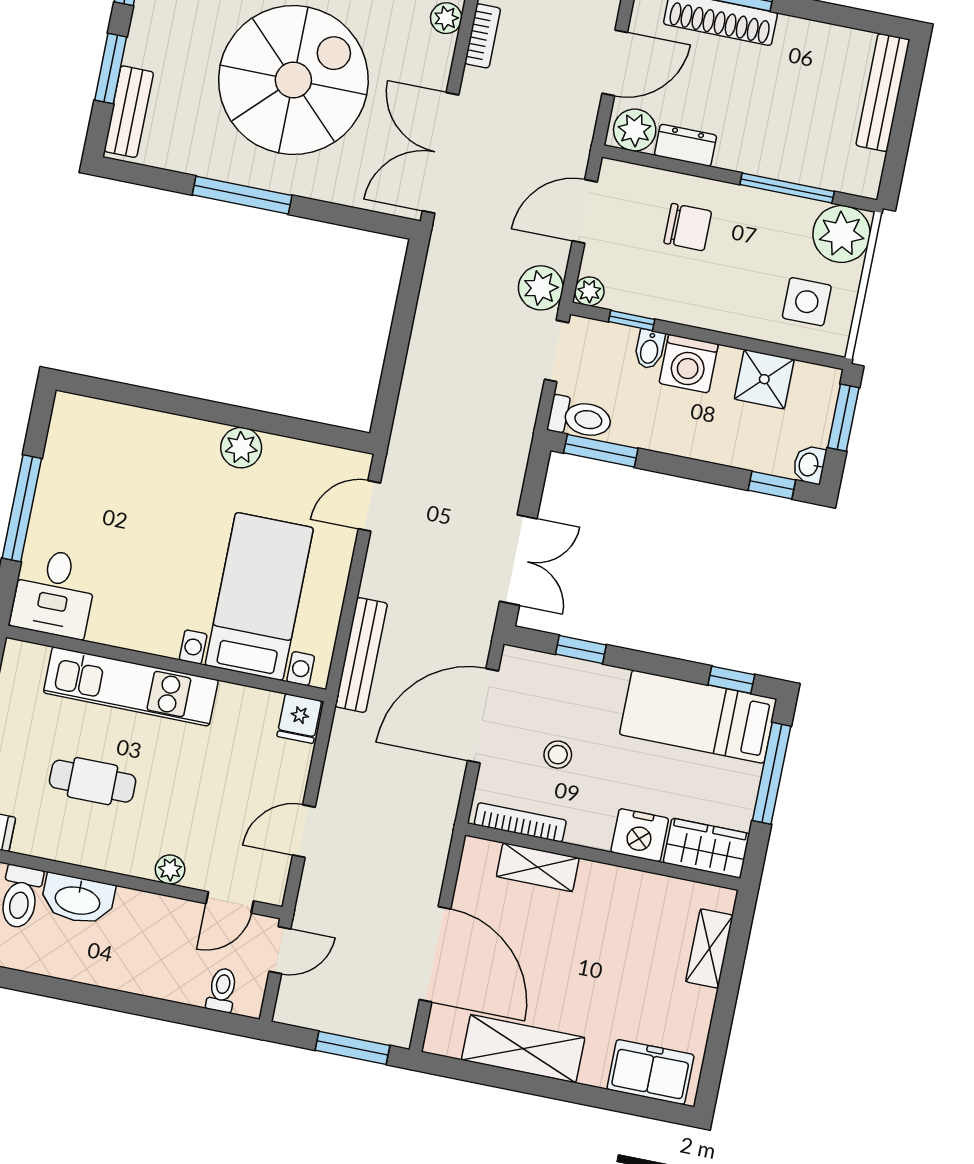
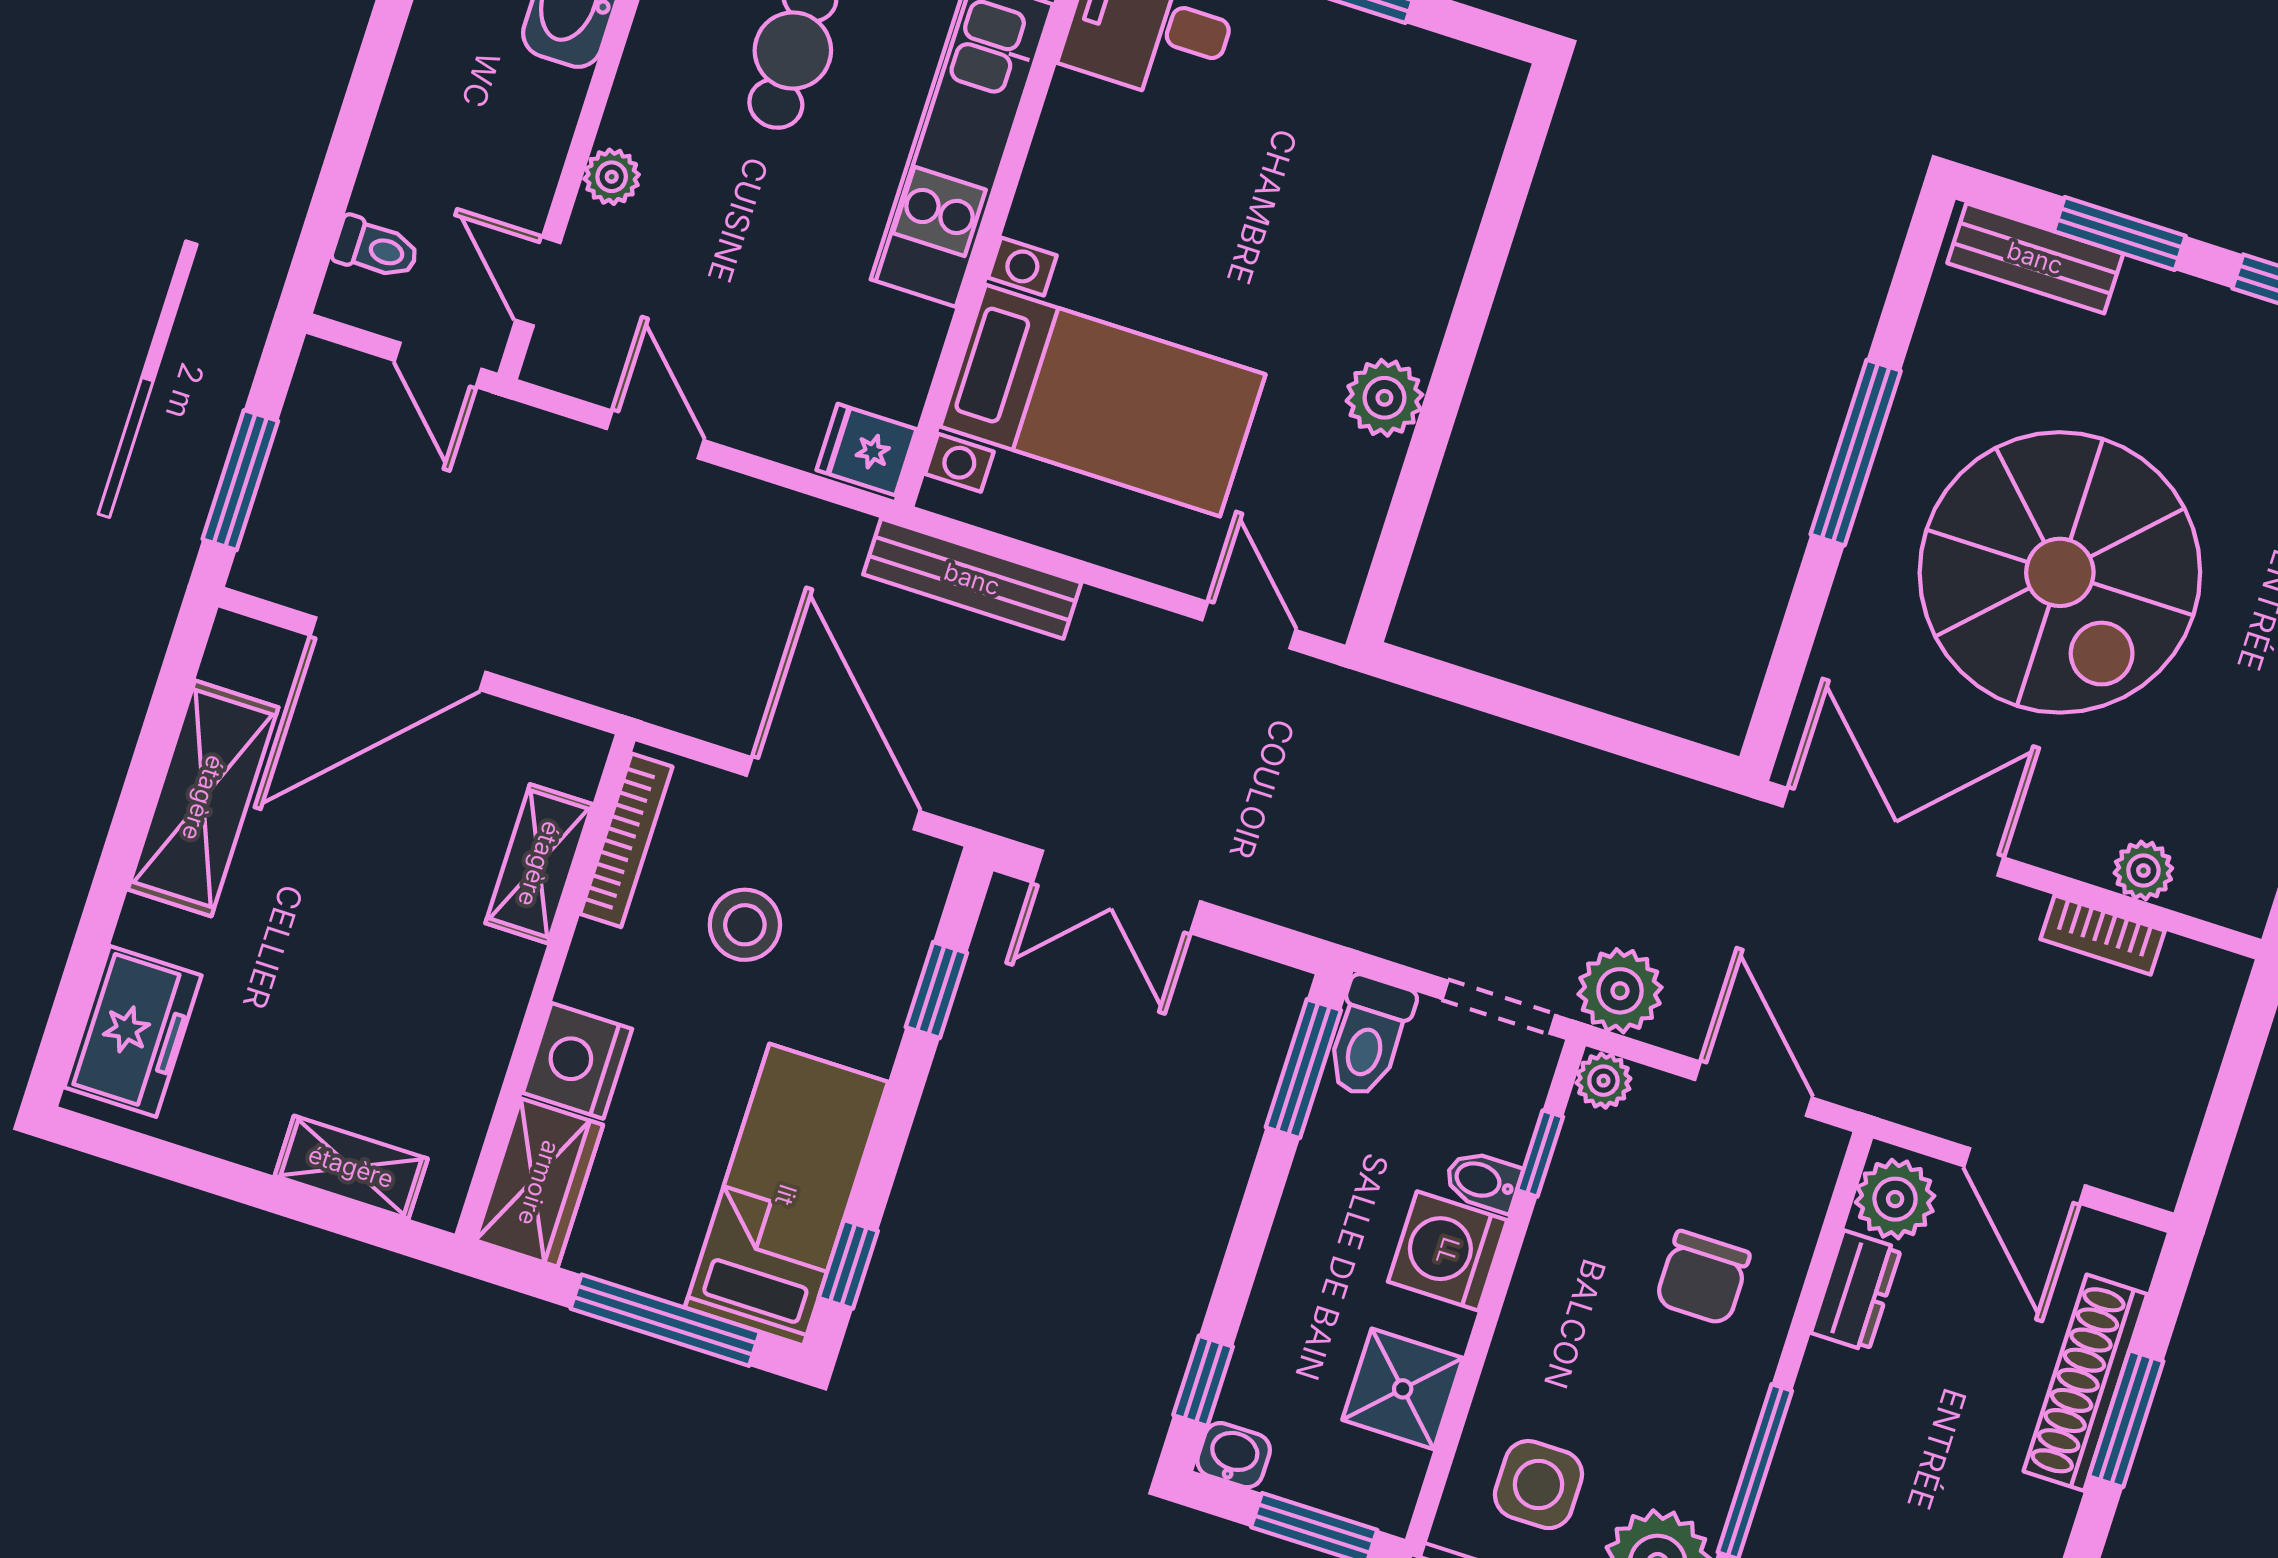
stool: (558, 755) -> (745, 925), width x1.37, depth x1.37

